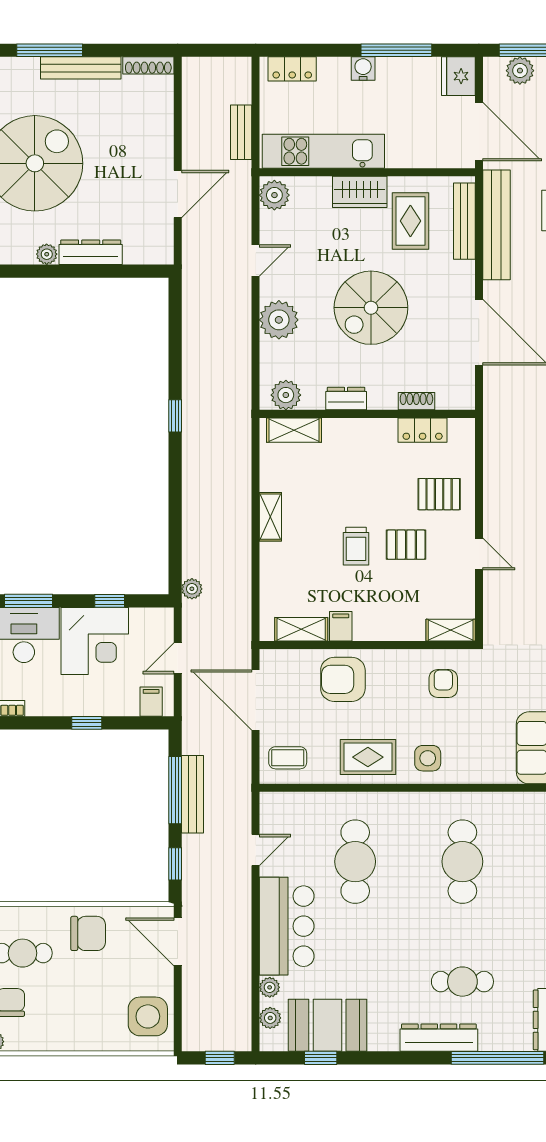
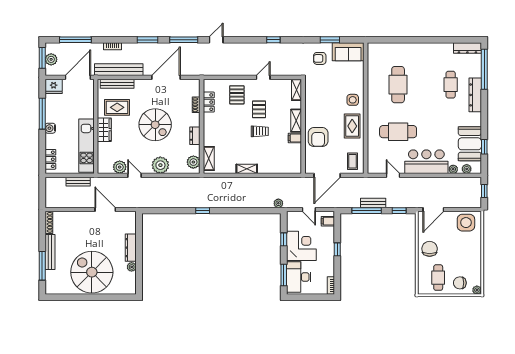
plant: (274, 195) -> (120, 167), moved
shelving: (301, 629) -> (296, 121), moved
armchair: (443, 683) -> (320, 58), moved
bench: (192, 794) -> (373, 203), width x0.73
cafe table: (462, 862) -> (398, 85), turned 90

